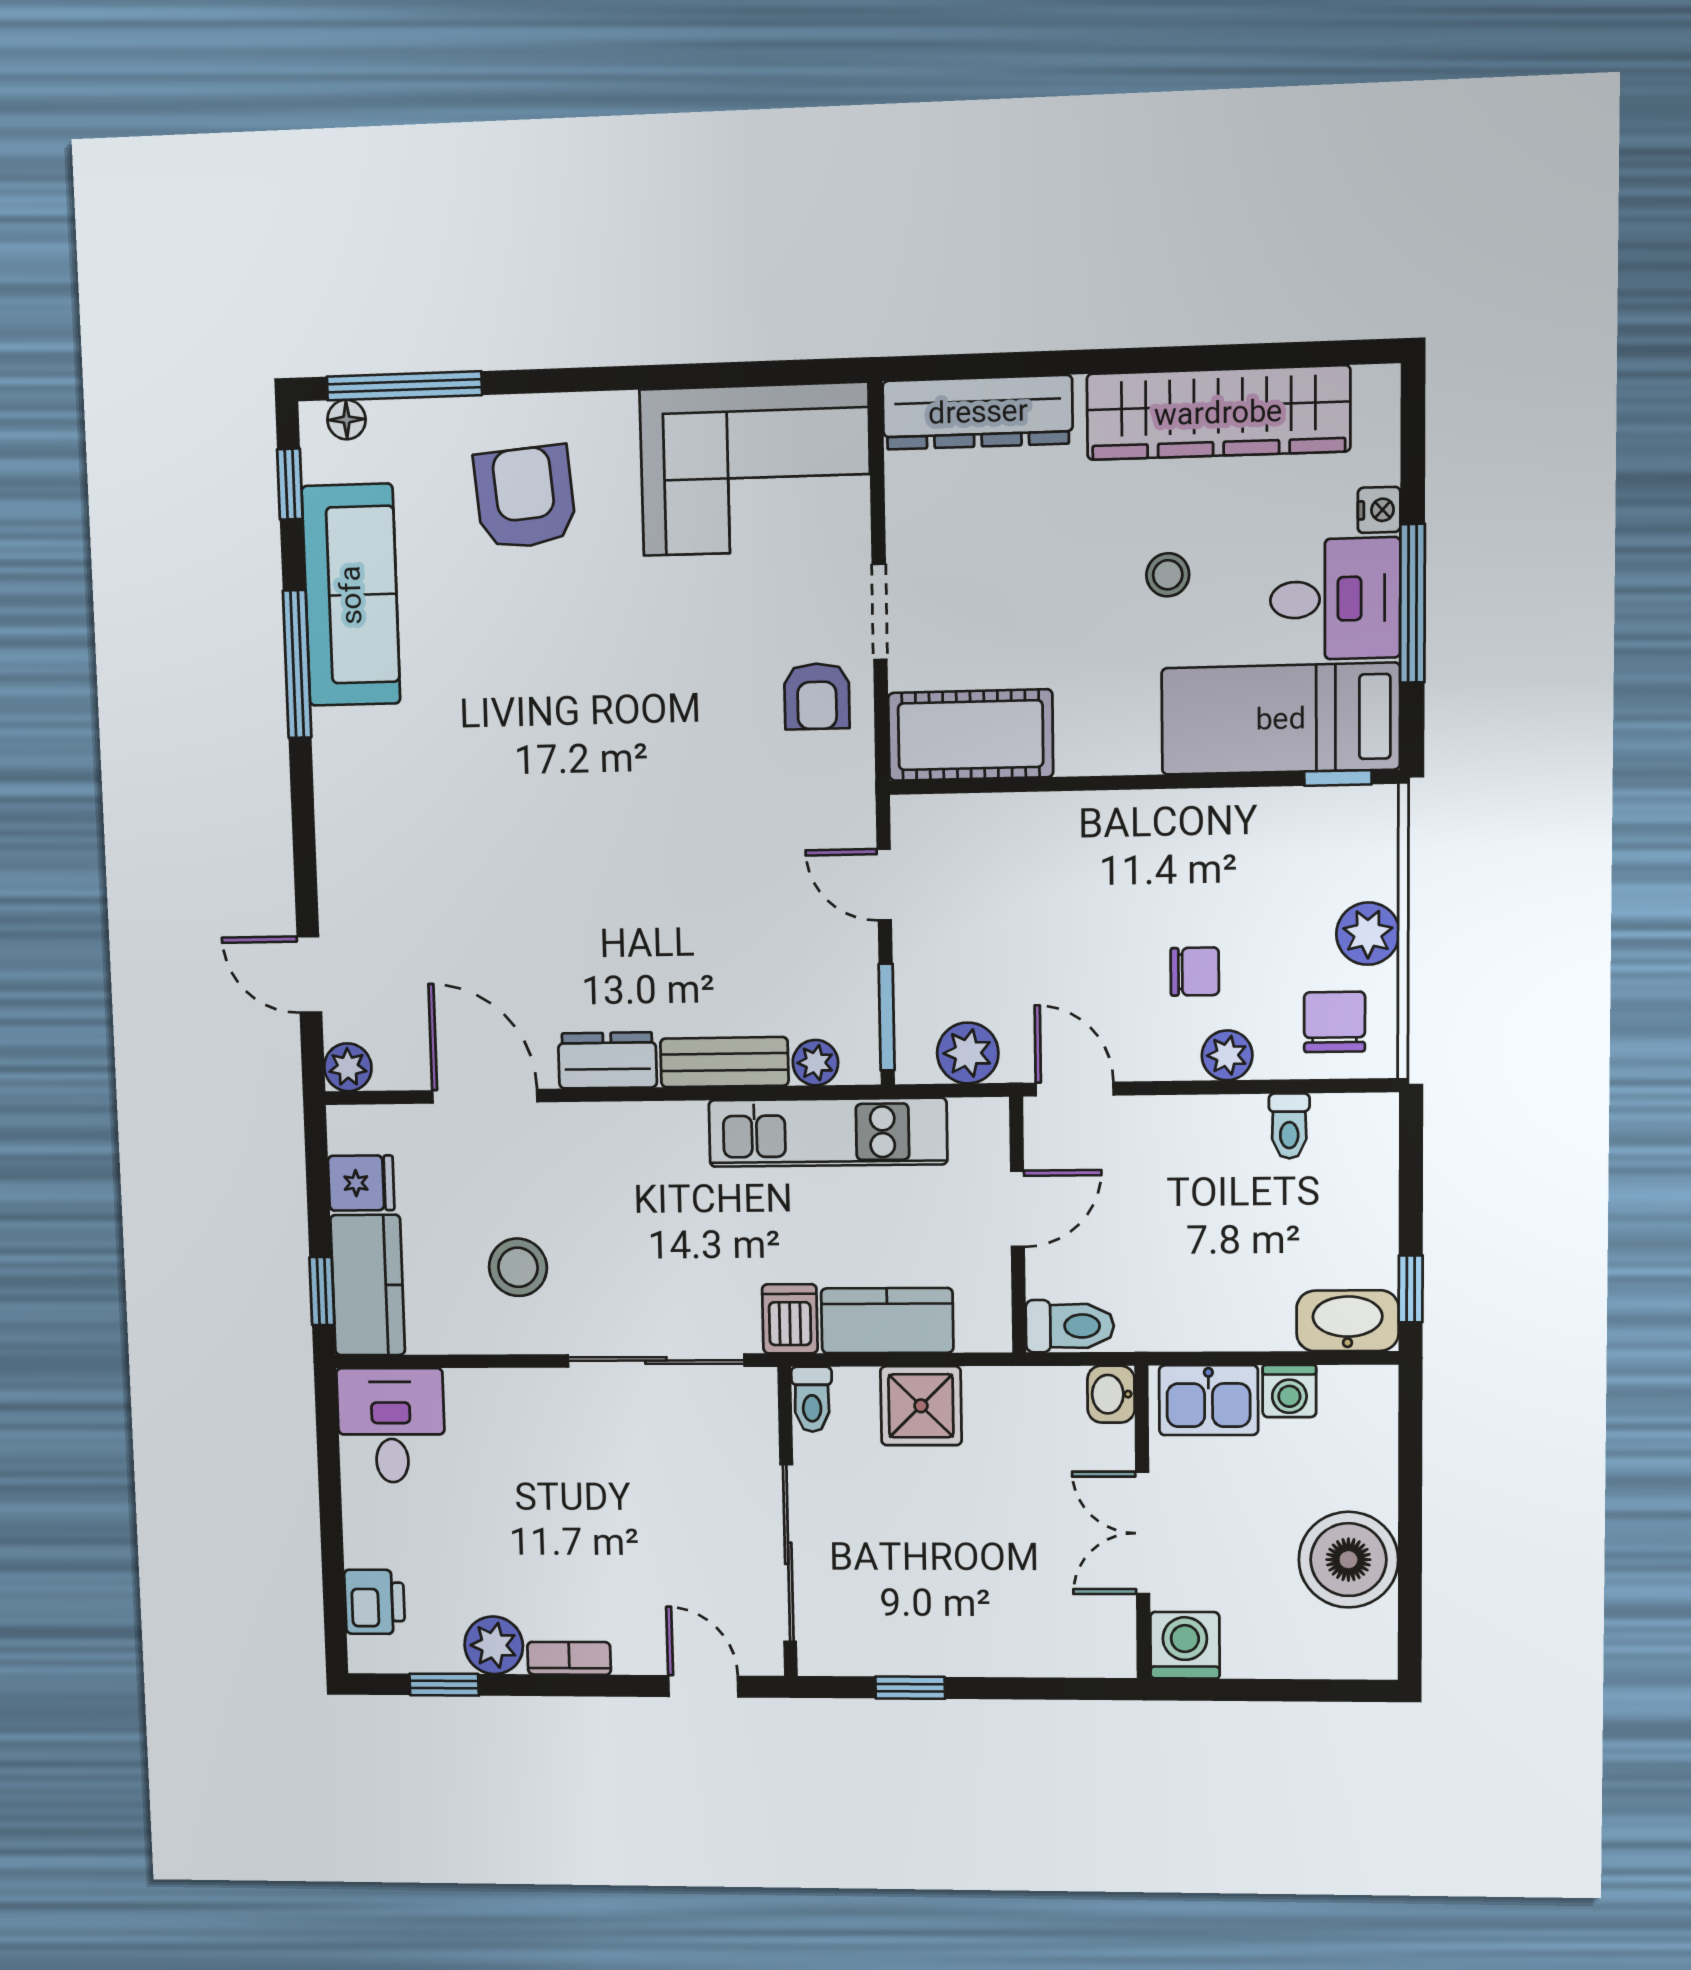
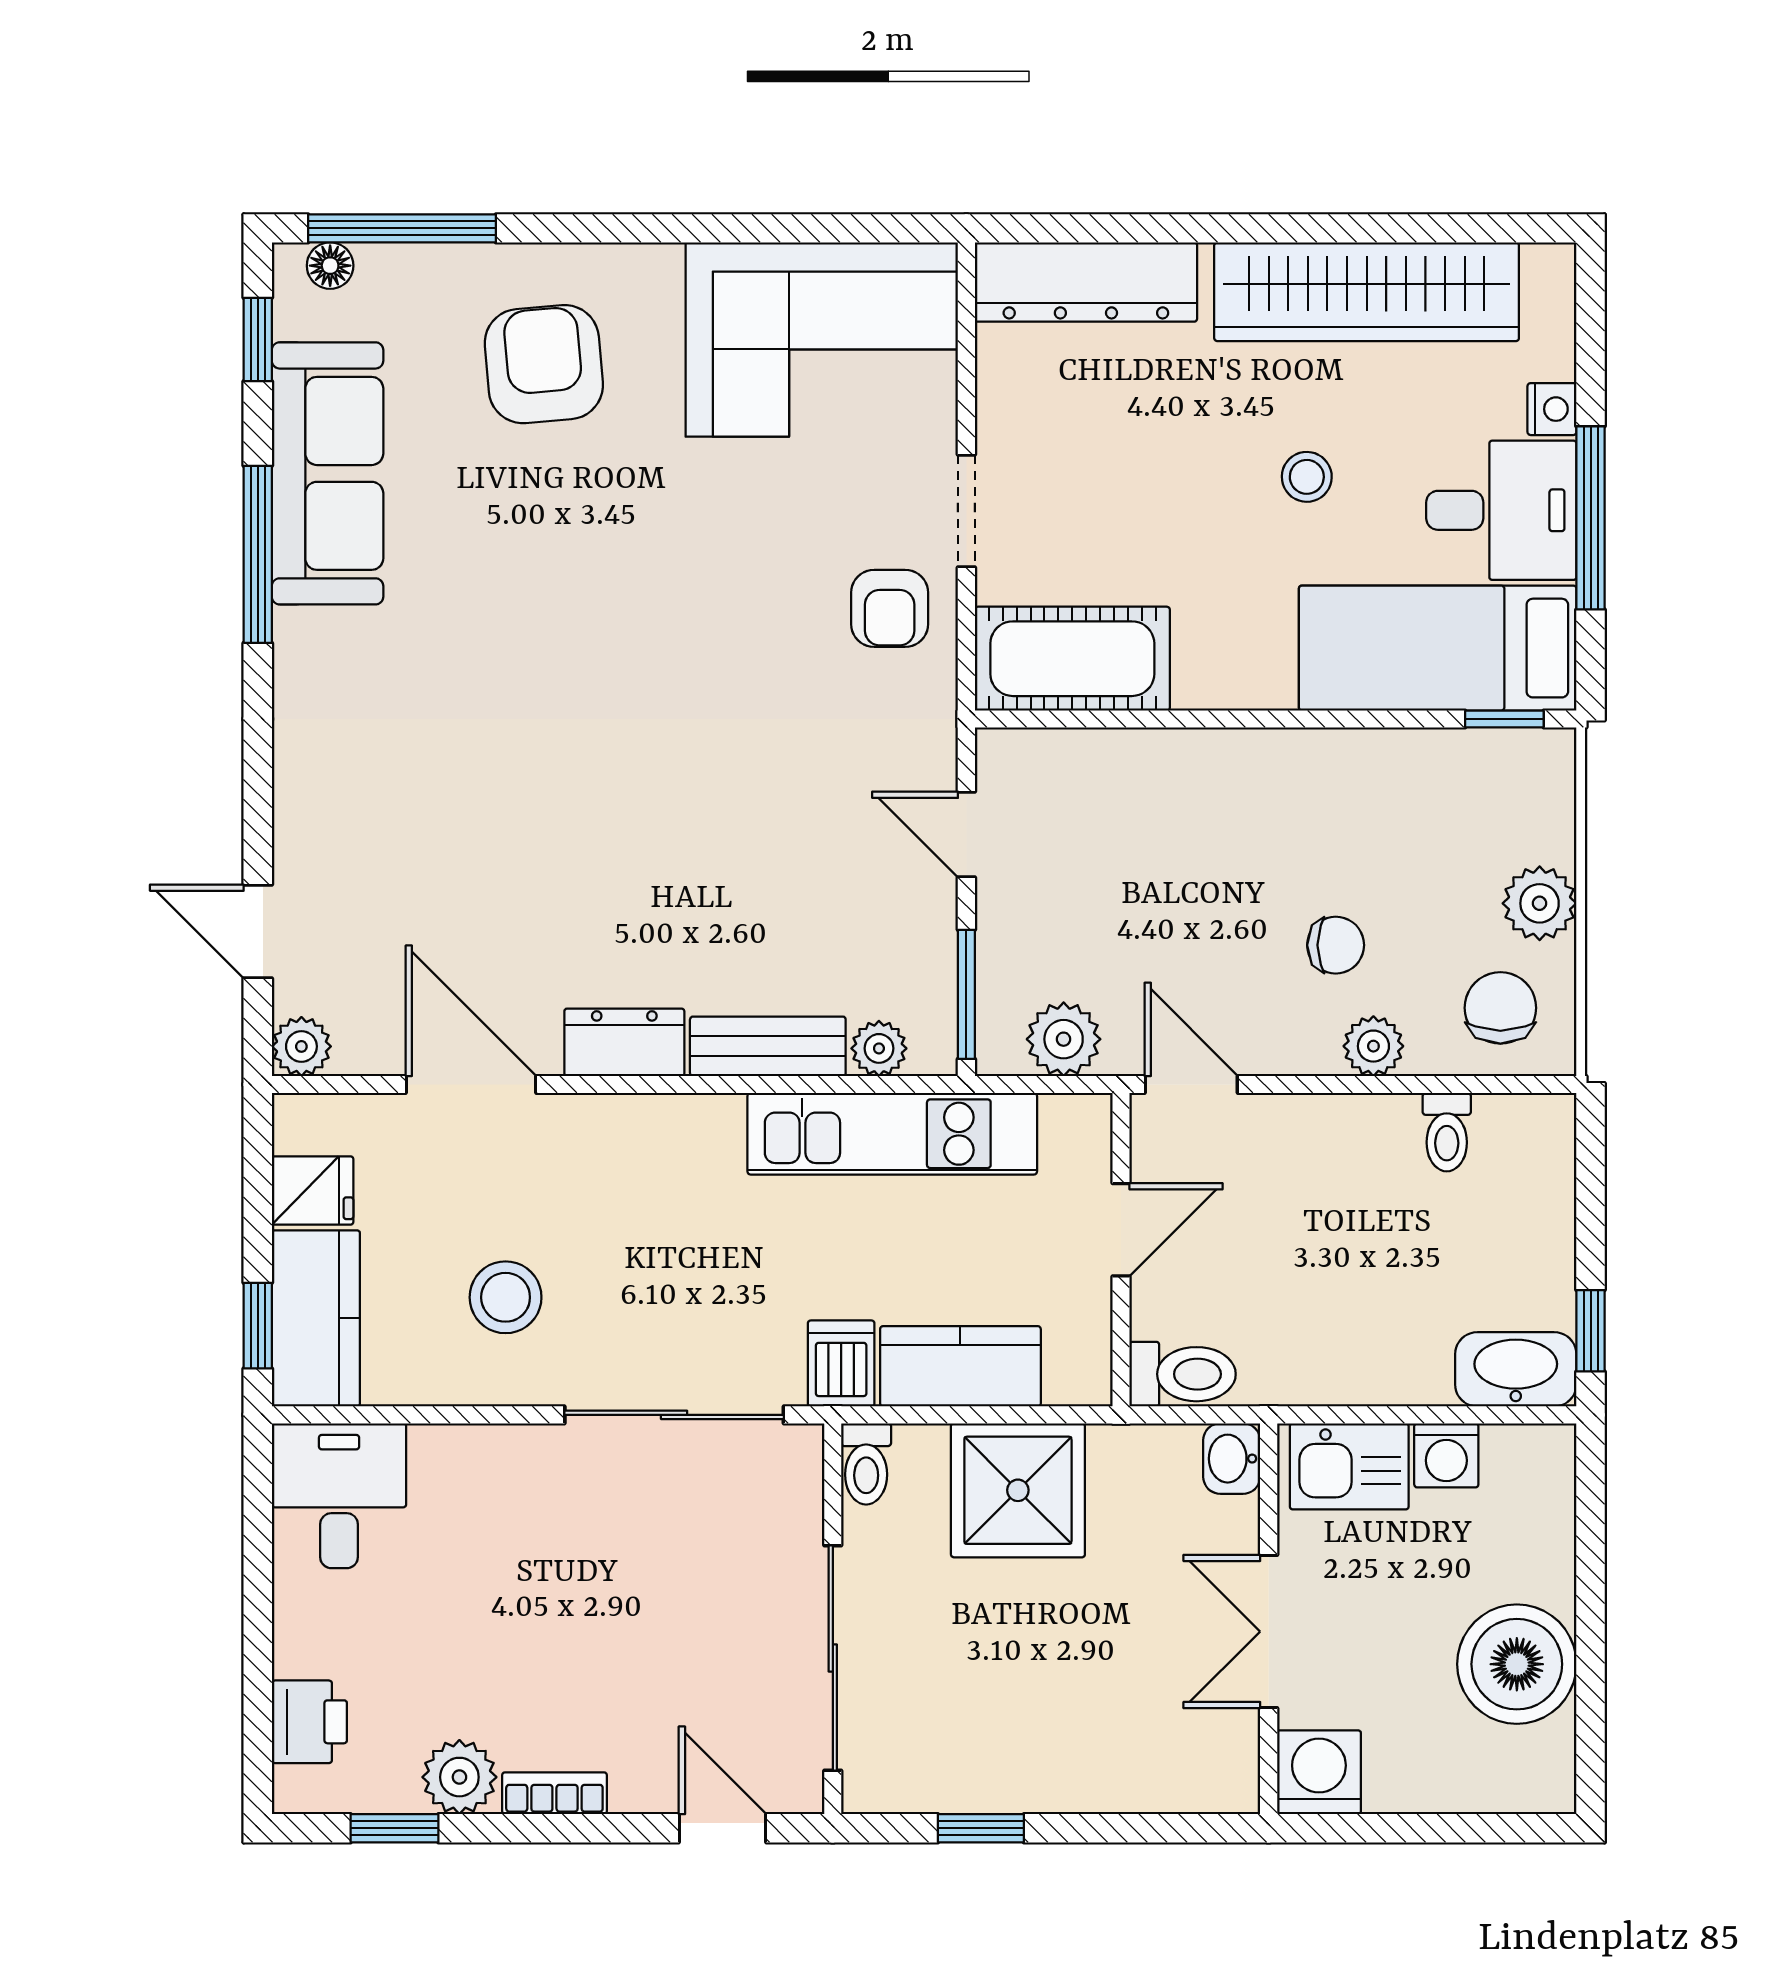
shower: (921, 1406) -> (1018, 1490), width x1.36, depth x1.36

